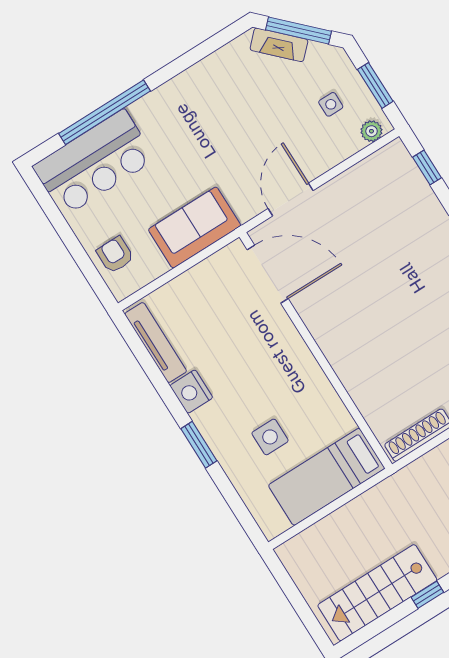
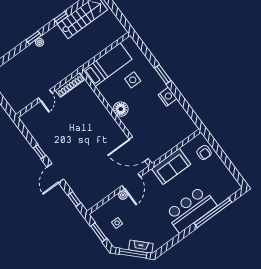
plant: (371, 131) -> (123, 195), moved
bar counter: (94, 163) -> (191, 209), moved
tv unit: (156, 343) -> (184, 116), removed
floor lamp: (303, 370) -> (121, 109), added

